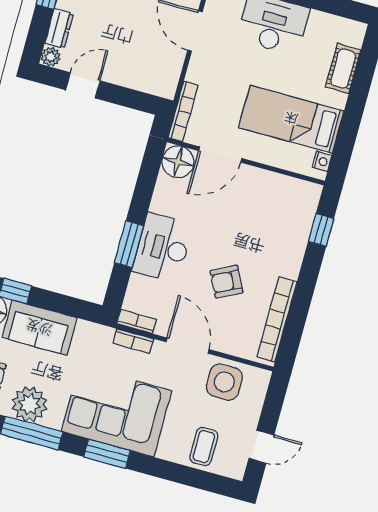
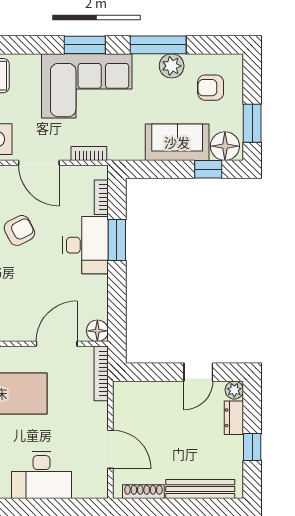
floor lamp: (178, 162) -> (97, 331), width x0.73, depth x0.73
bookcase: (137, 322) -> (101, 197), moved, turned 90
plant: (29, 404) -> (172, 66), width x0.73, depth x0.73

